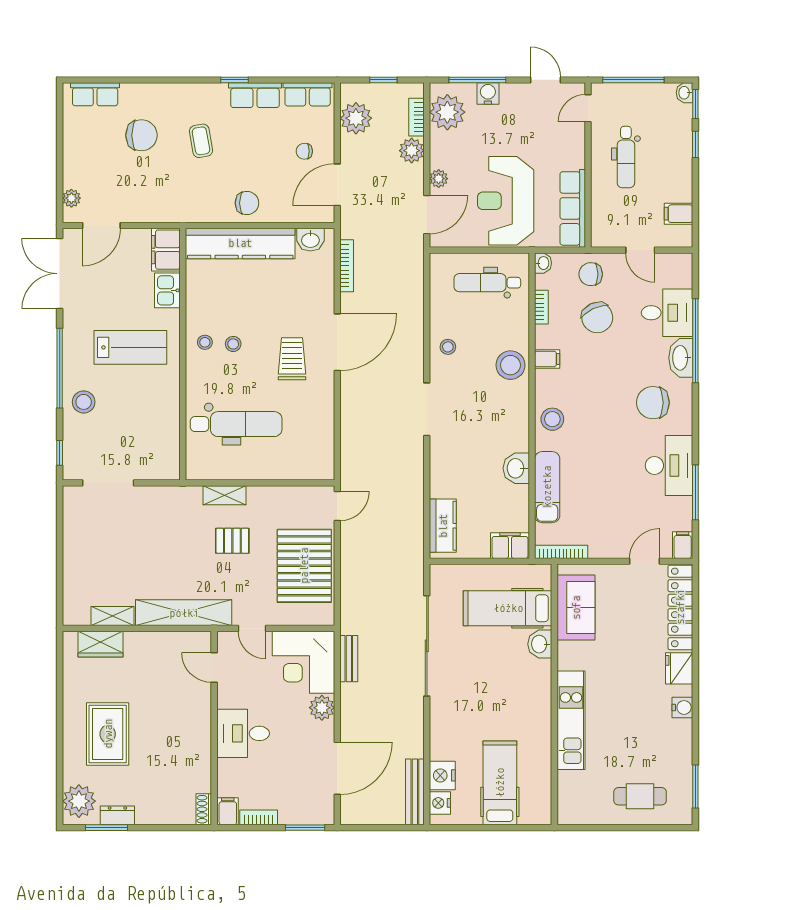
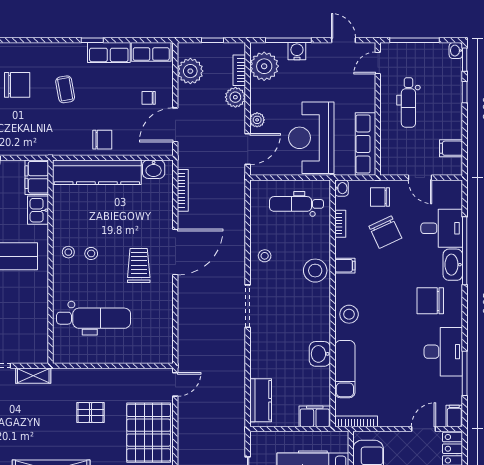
shelving: (224, 495) -> (33, 376), moved

